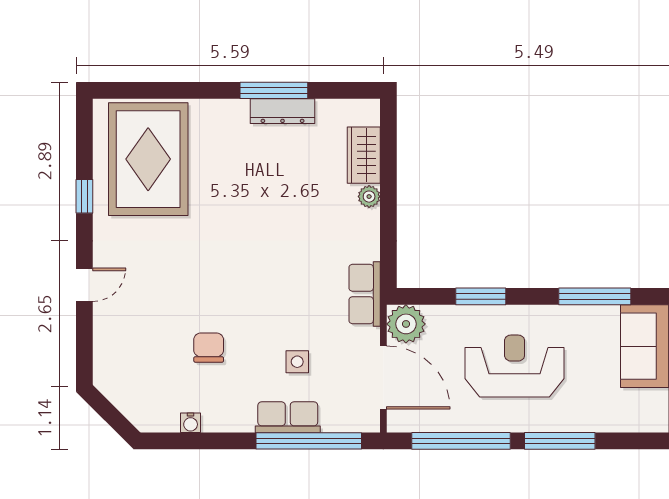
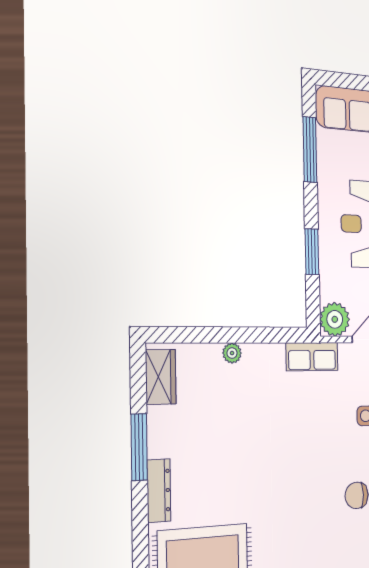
dresser: (283, 111) -> (159, 491), moved
wardrobe: (364, 155) -> (161, 377), moved, turned -90

